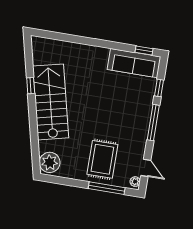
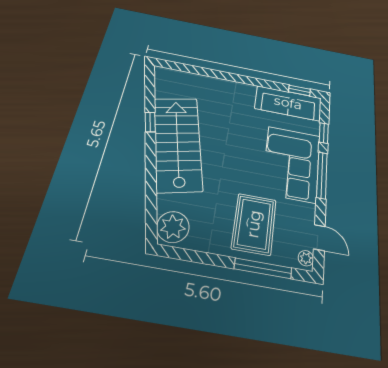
corner sofa: (132, 115) -> (292, 164), added

